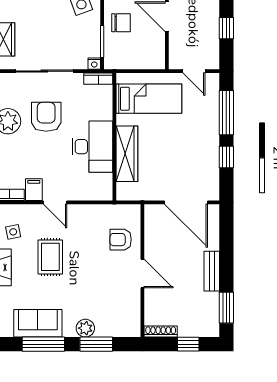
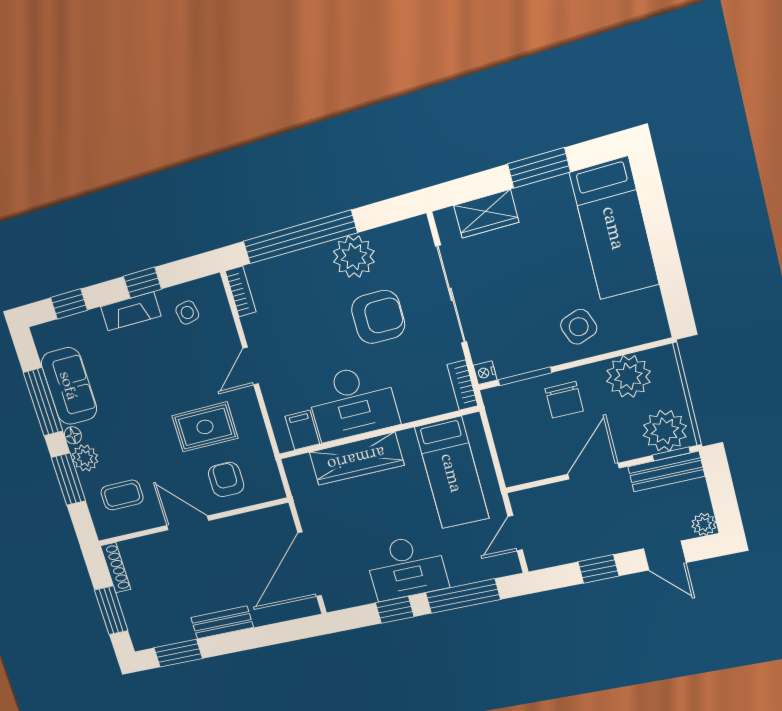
desk: (201, 142) -> (406, 567), added
filing cabinet: (34, 190) -> (302, 430), moved, turned -90
rug: (50, 257) -> (205, 427), moved
door: (142, 273) -> (188, 523), swing flipped
coffee table: (115, 311) -> (122, 495), added
floor lamp: (69, 331) -> (73, 435), added
window: (188, 344) -> (111, 610), width x1.50

